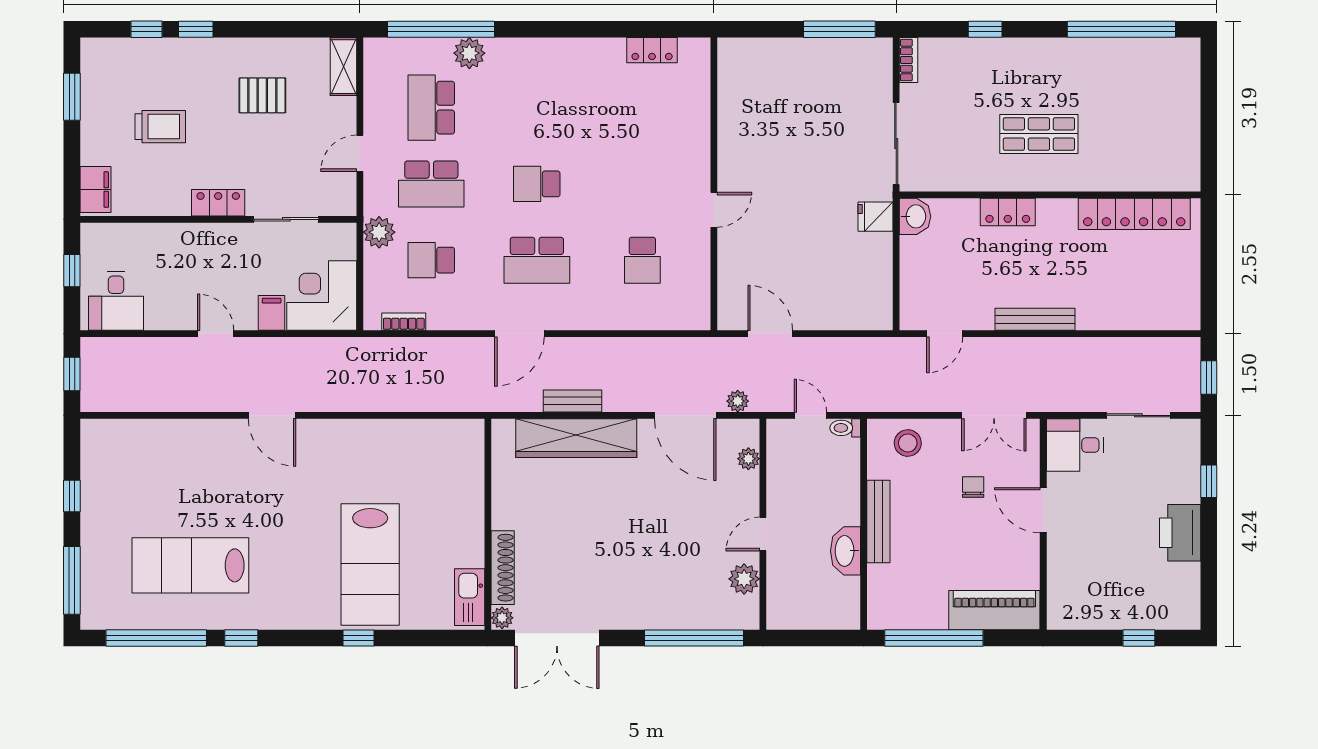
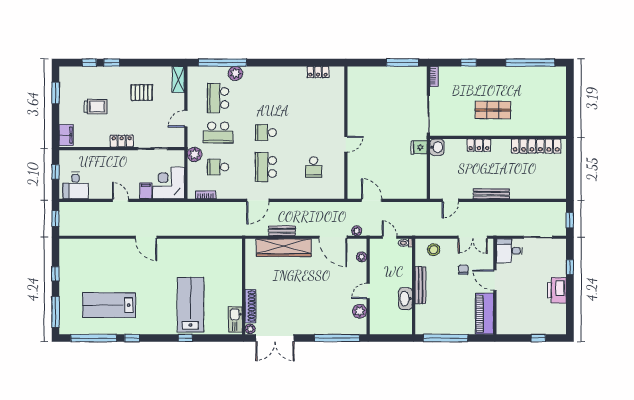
school desk: (537, 260) -> (266, 167), turned 90
lab bench: (370, 564) -> (190, 305), turned 180
piano: (994, 610) -> (485, 314), moved, turned -90

